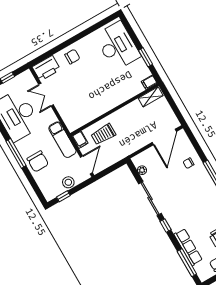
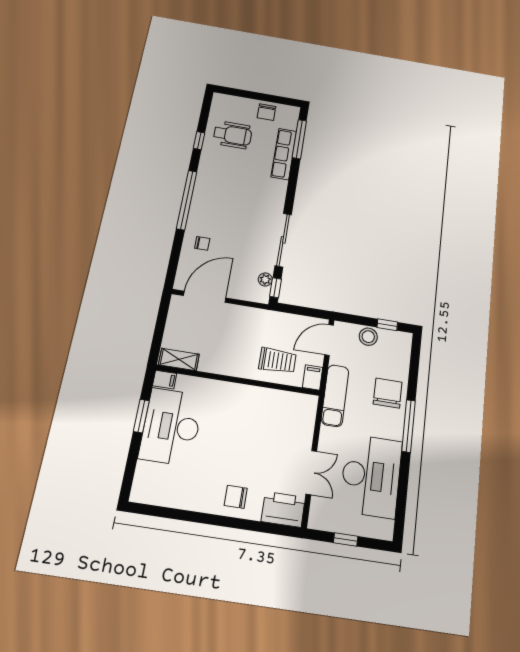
desk: (117, 46) -> (171, 427), moved
window: (165, 225) -> (275, 288), moved

